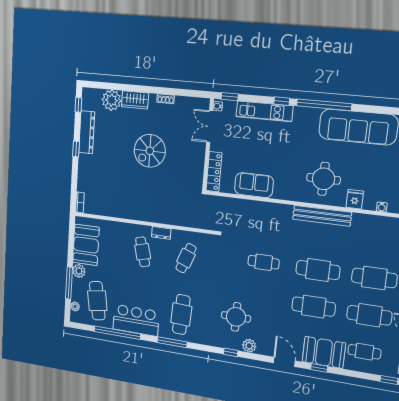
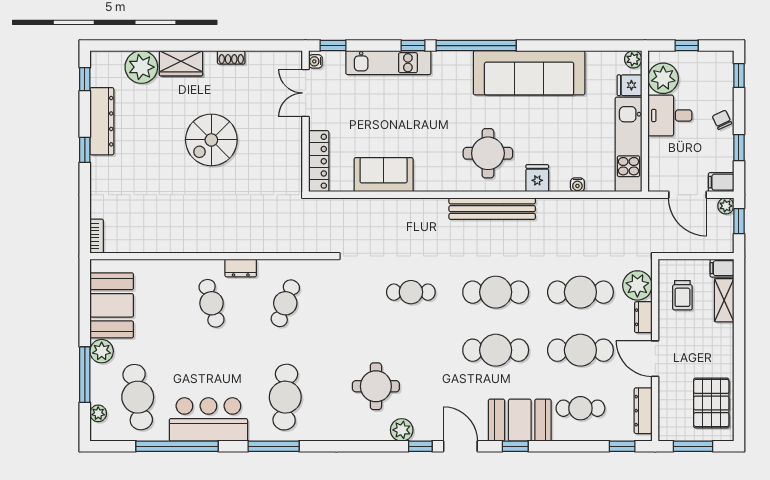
window: (231, 352) -> (420, 446), moved

